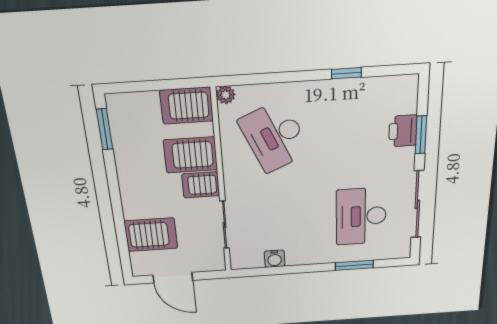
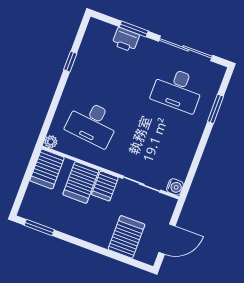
desk: (275, 136) -> (92, 123), turned 30
water cooler: (275, 259) -> (175, 187), moved

